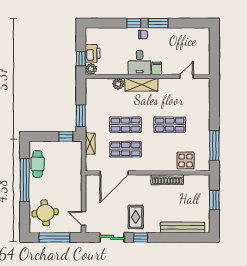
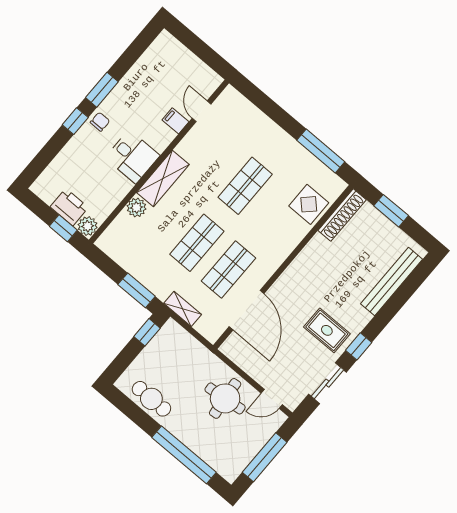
filing cabinet: (157, 68) -> (175, 121), moved
window: (25, 180) -> (184, 455), moved
shoe rack: (167, 180) -> (342, 215), moved
round table: (45, 213) -> (225, 398), moved

